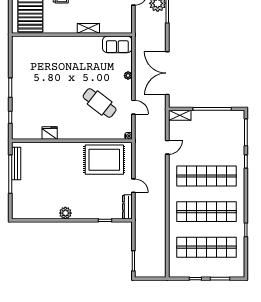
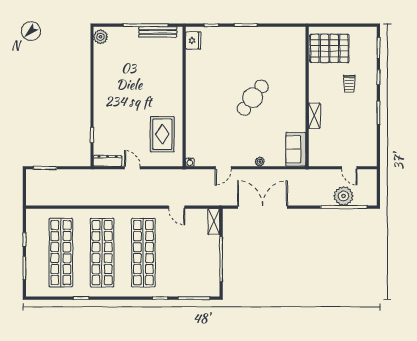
cafe table: (100, 103) -> (253, 98), moved
fridge: (50, 133) -> (193, 41), moved
rug: (104, 160) -> (162, 134), width x0.73, depth x0.69
door: (133, 186) -> (132, 168), swing flipped
plant: (65, 213) -> (100, 37), moved

